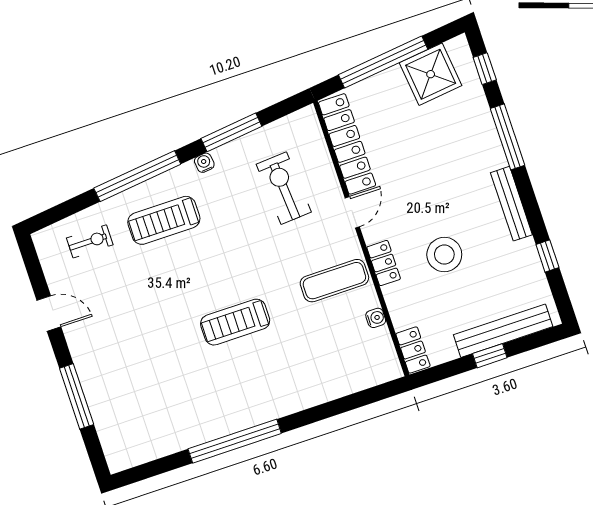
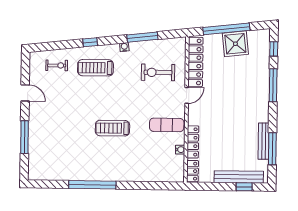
shower: (431, 74) -> (235, 44), moved
window: (137, 176) -> (90, 42), width x0.32
exercise bike: (284, 188) -> (158, 72), turned -86
bench: (511, 204) -> (264, 141), moved
stool: (444, 255) -> (223, 131), removed
window: (547, 256) -> (272, 149), width x2.17
locker: (384, 263) -> (193, 142), moved, width x1.53
window: (490, 356) -> (244, 187), moved

